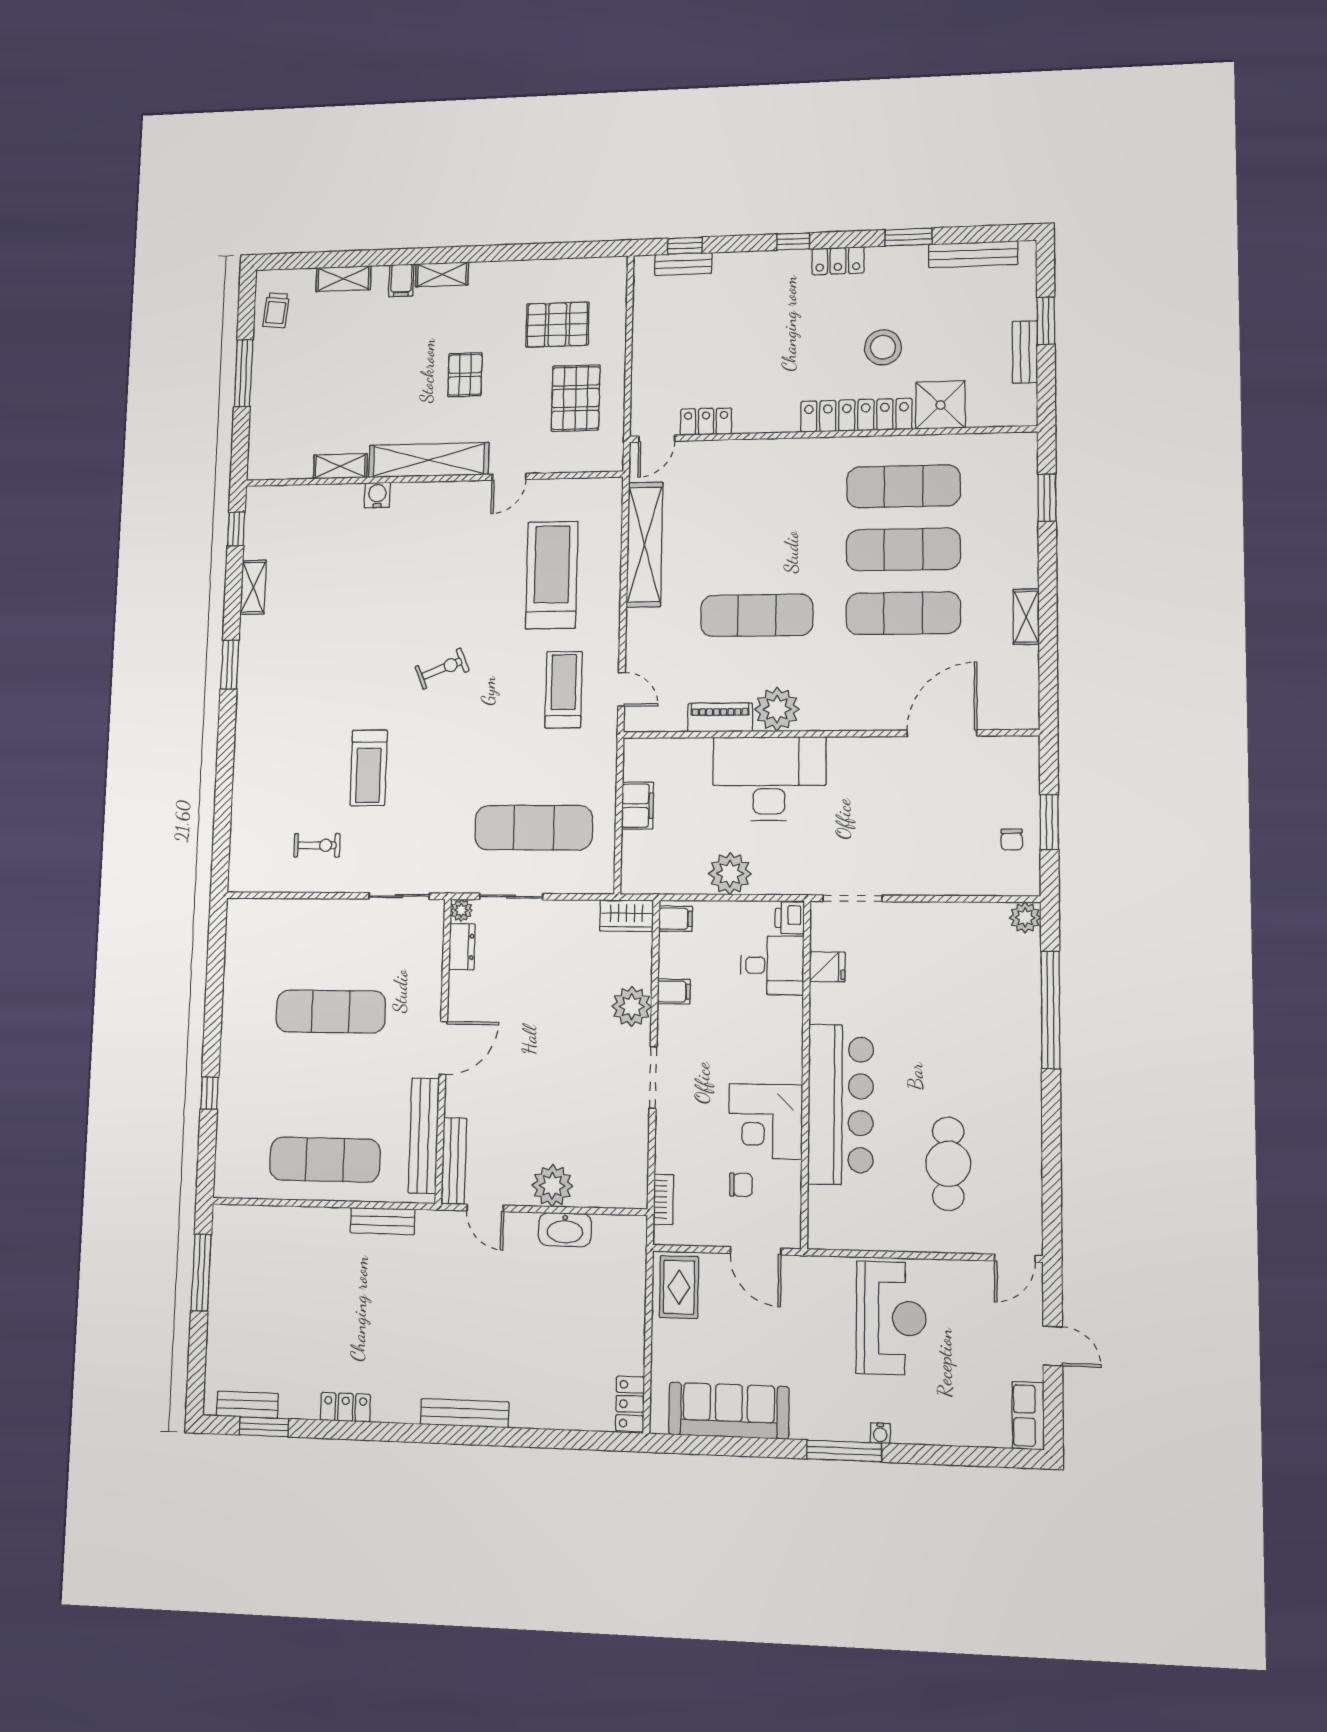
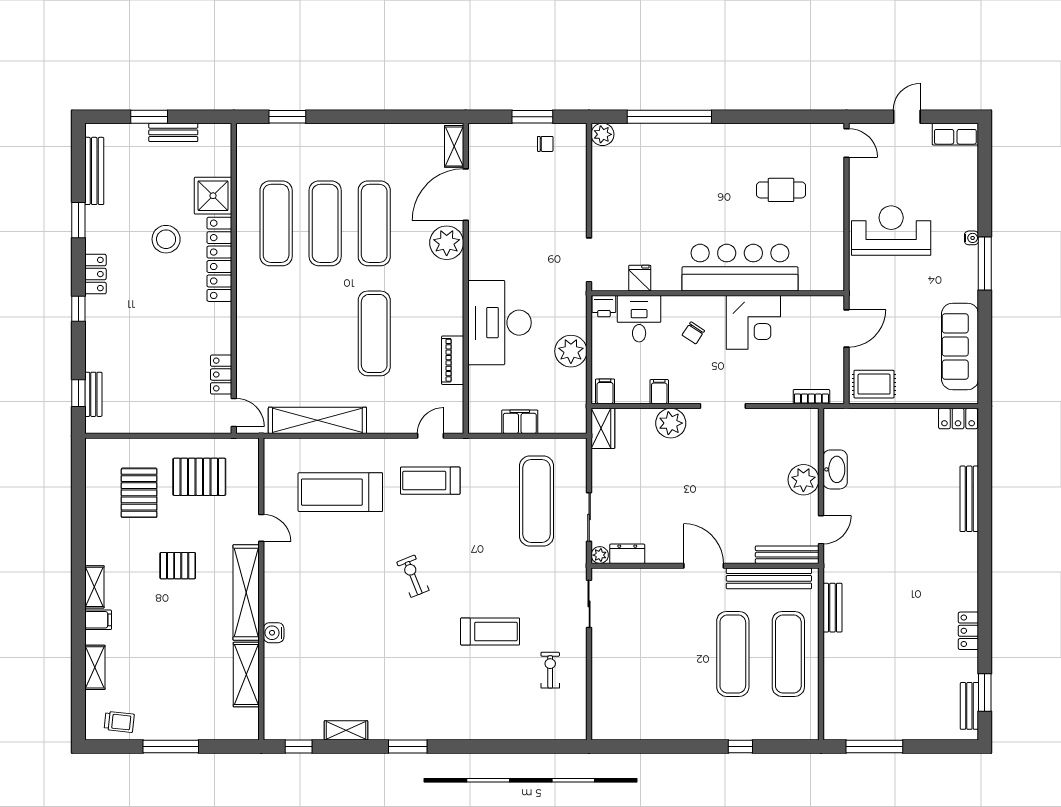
shelving: (340, 466) -> (246, 675), width x1.50, depth x1.33
shelving: (1026, 617) -> (454, 146), moved, turned 90
plant: (777, 709) -> (447, 243), moved
door: (942, 733) -> (466, 195), hinge flipped
exercise mat: (331, 1011) -> (733, 654), moved
cafe table: (948, 1164) -> (781, 190), width x0.73, depth x0.74
chair: (741, 1185) -> (693, 333), moved, turned -147
bench: (465, 1413) -> (969, 499), moved

